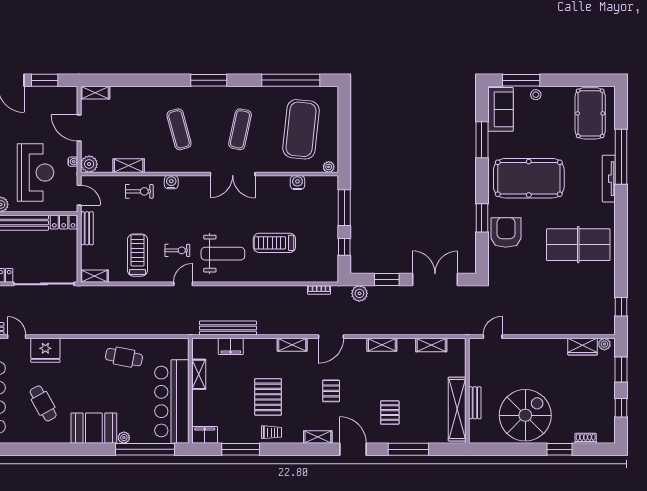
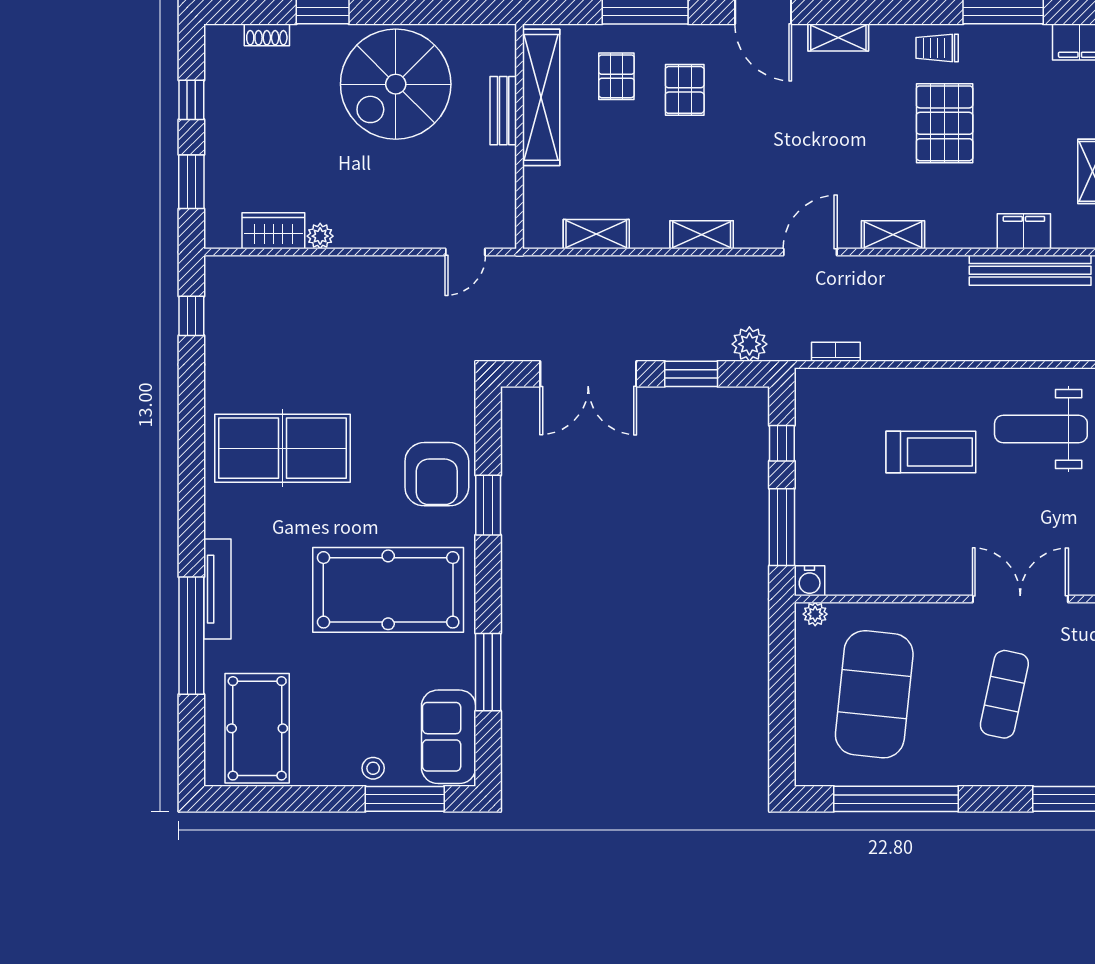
water cooler: (297, 183) -> (810, 581), moved
plant: (604, 344) -> (320, 236), moved
pallet: (331, 391) -> (616, 76), moved

